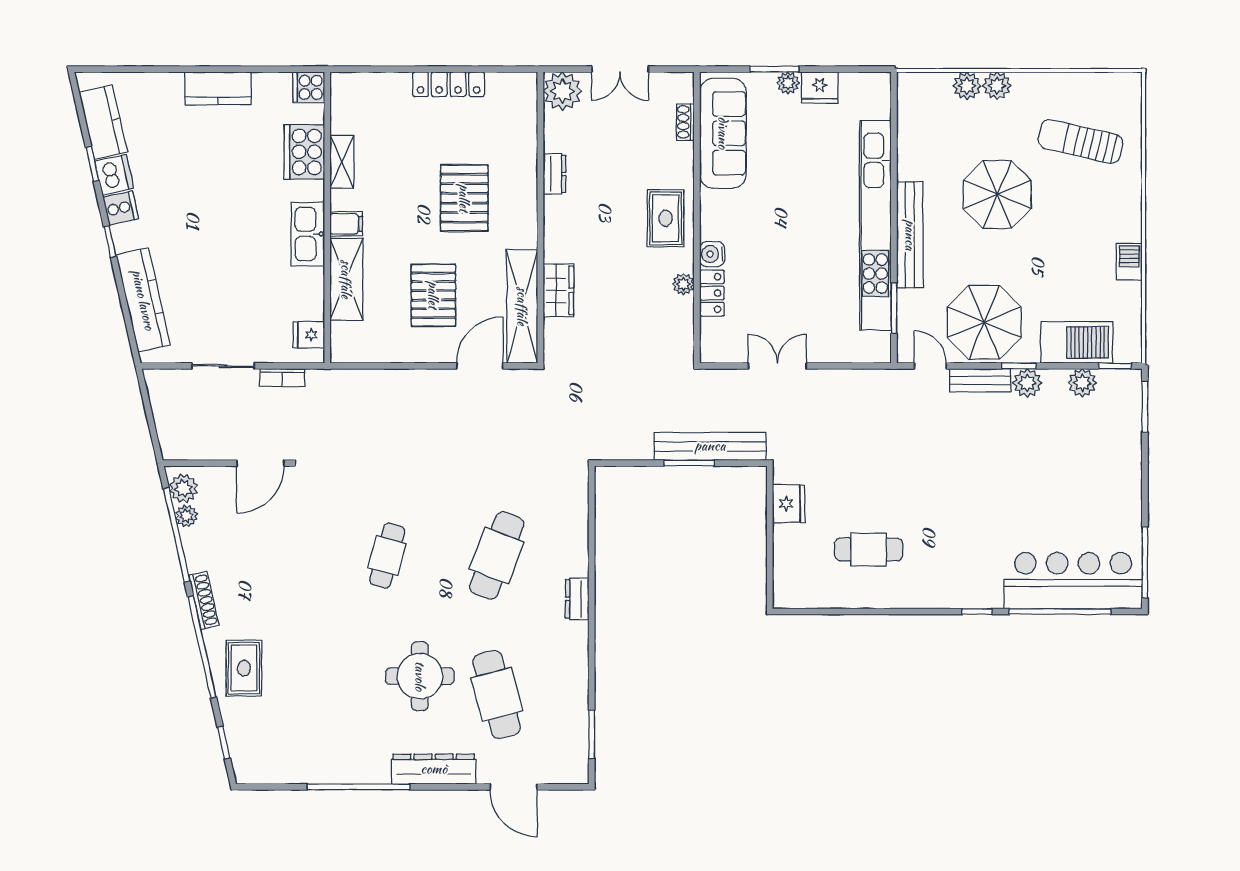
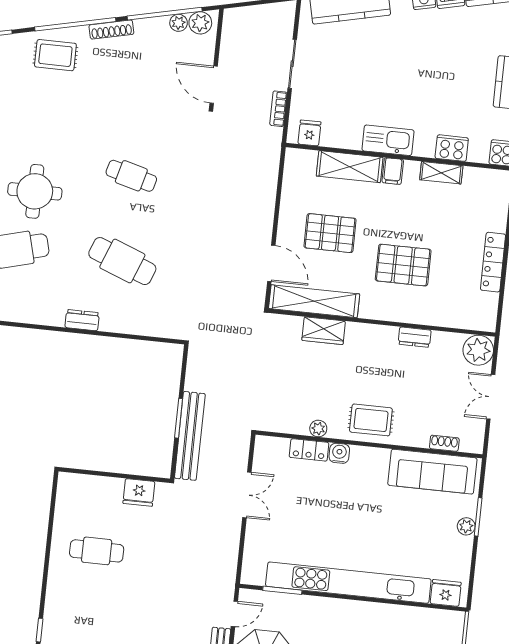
fridge: (820, 88) -> (446, 593), moved, turned 90
cooker: (304, 152) -> (452, 148), width x0.73, depth x0.76
bench: (910, 235) -> (338, 609), removed
cafe table: (869, 550) -> (97, 551), turned 90

